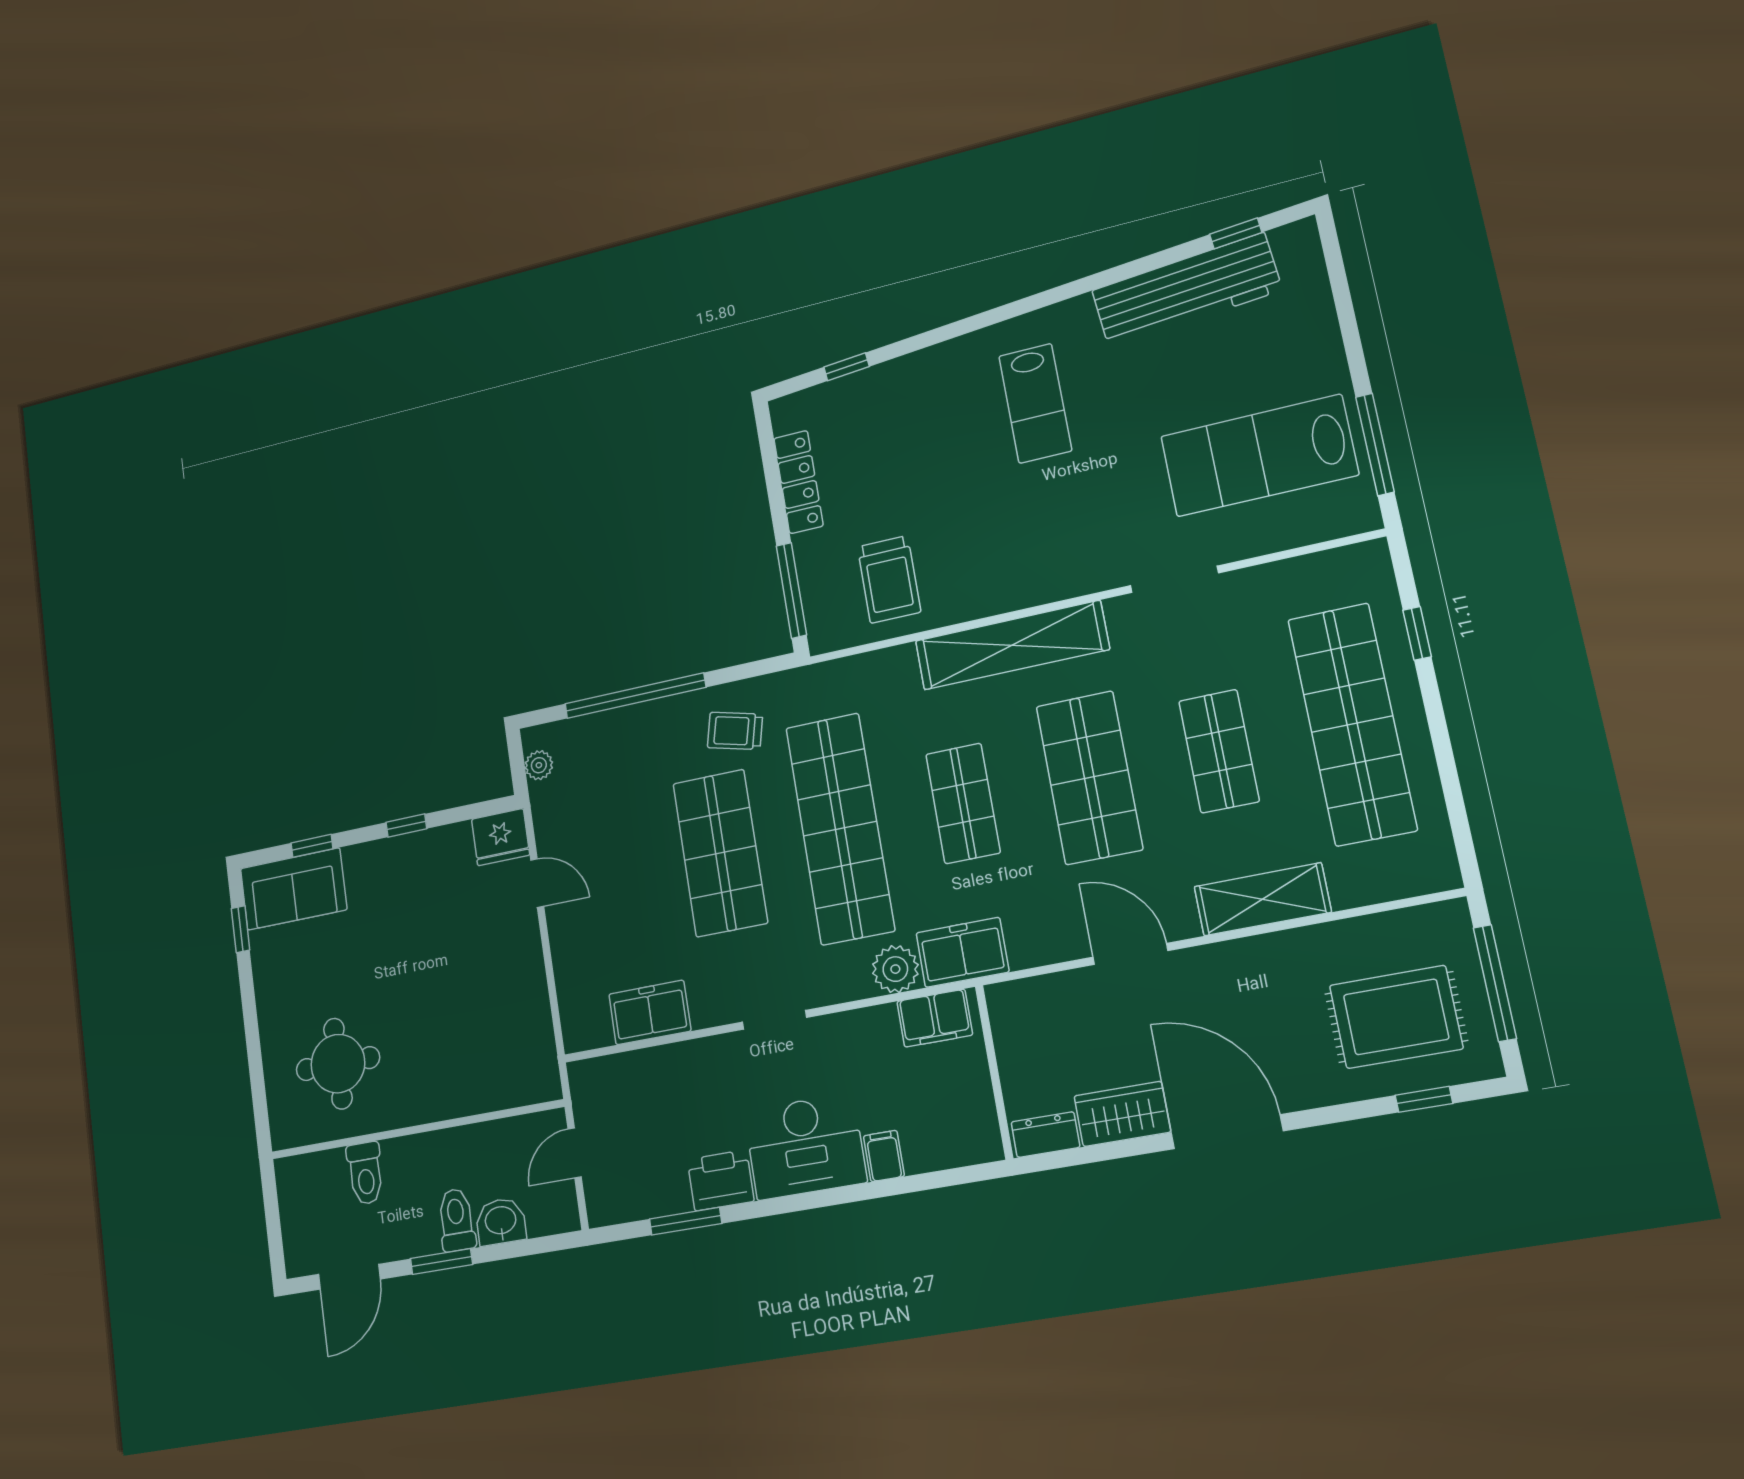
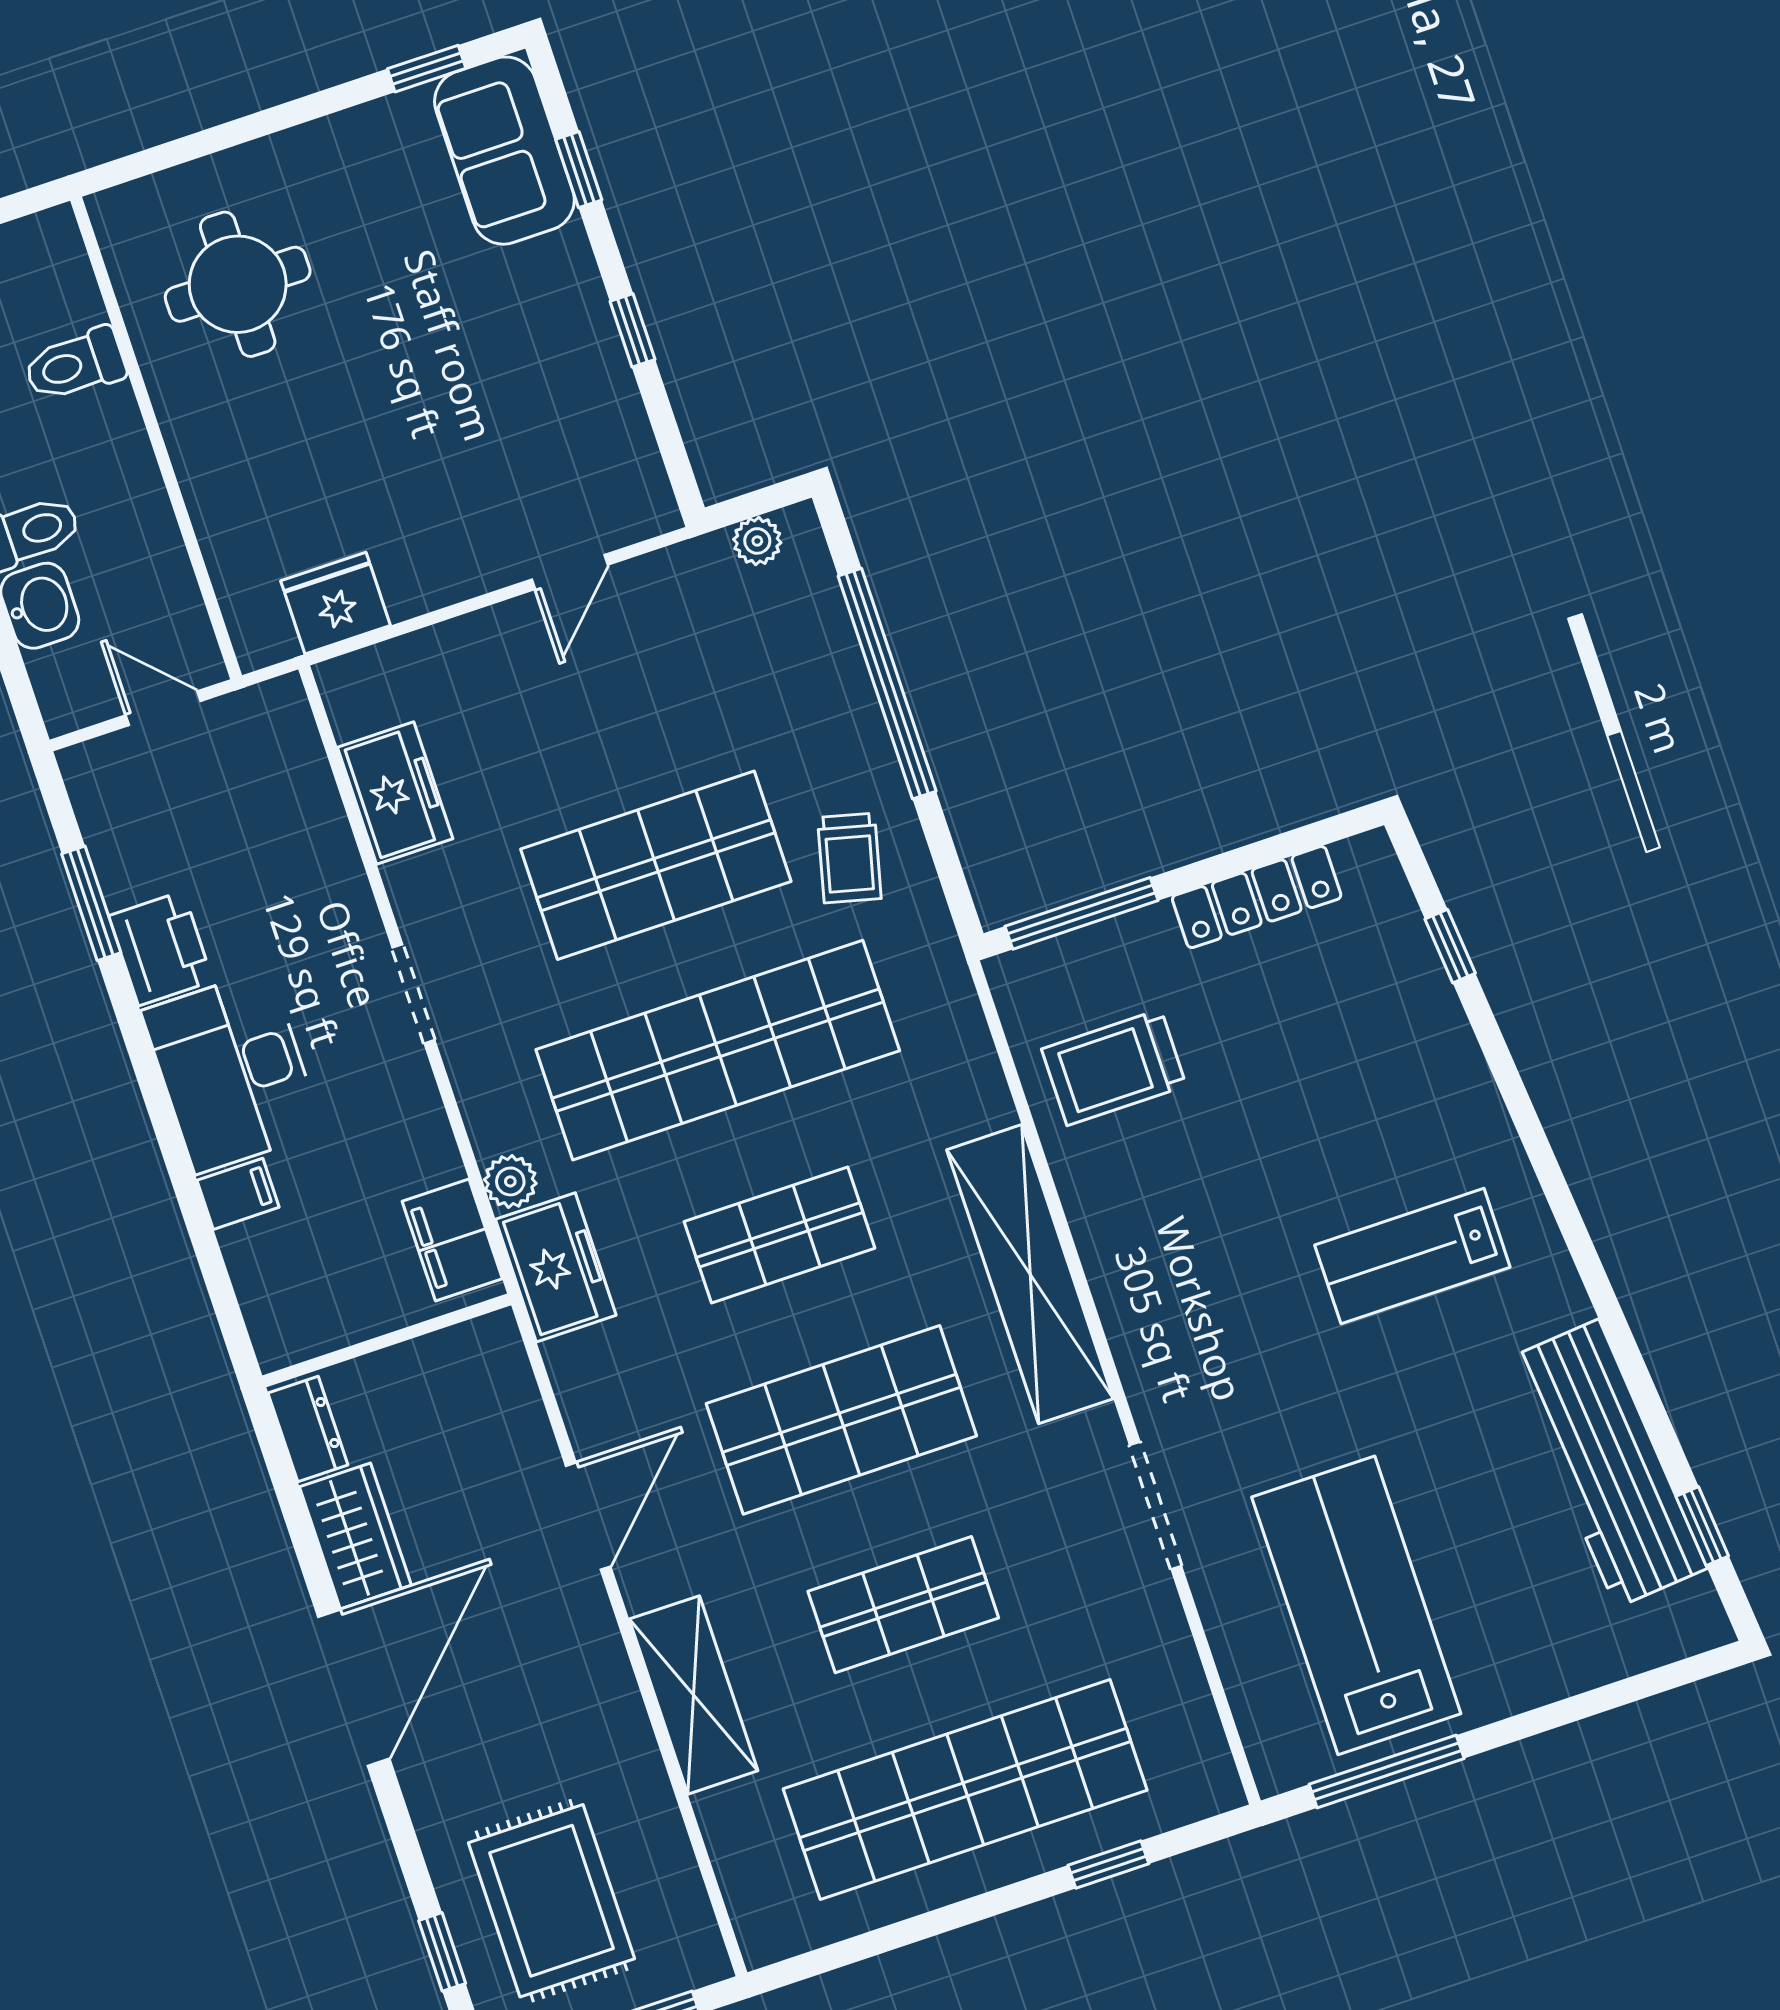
trolley: (735, 731) -> (849, 858), turned 180
fridge: (501, 837) -> (336, 603), moved, turned 90
plant: (895, 969) -> (510, 1181), width x0.73, depth x0.73

